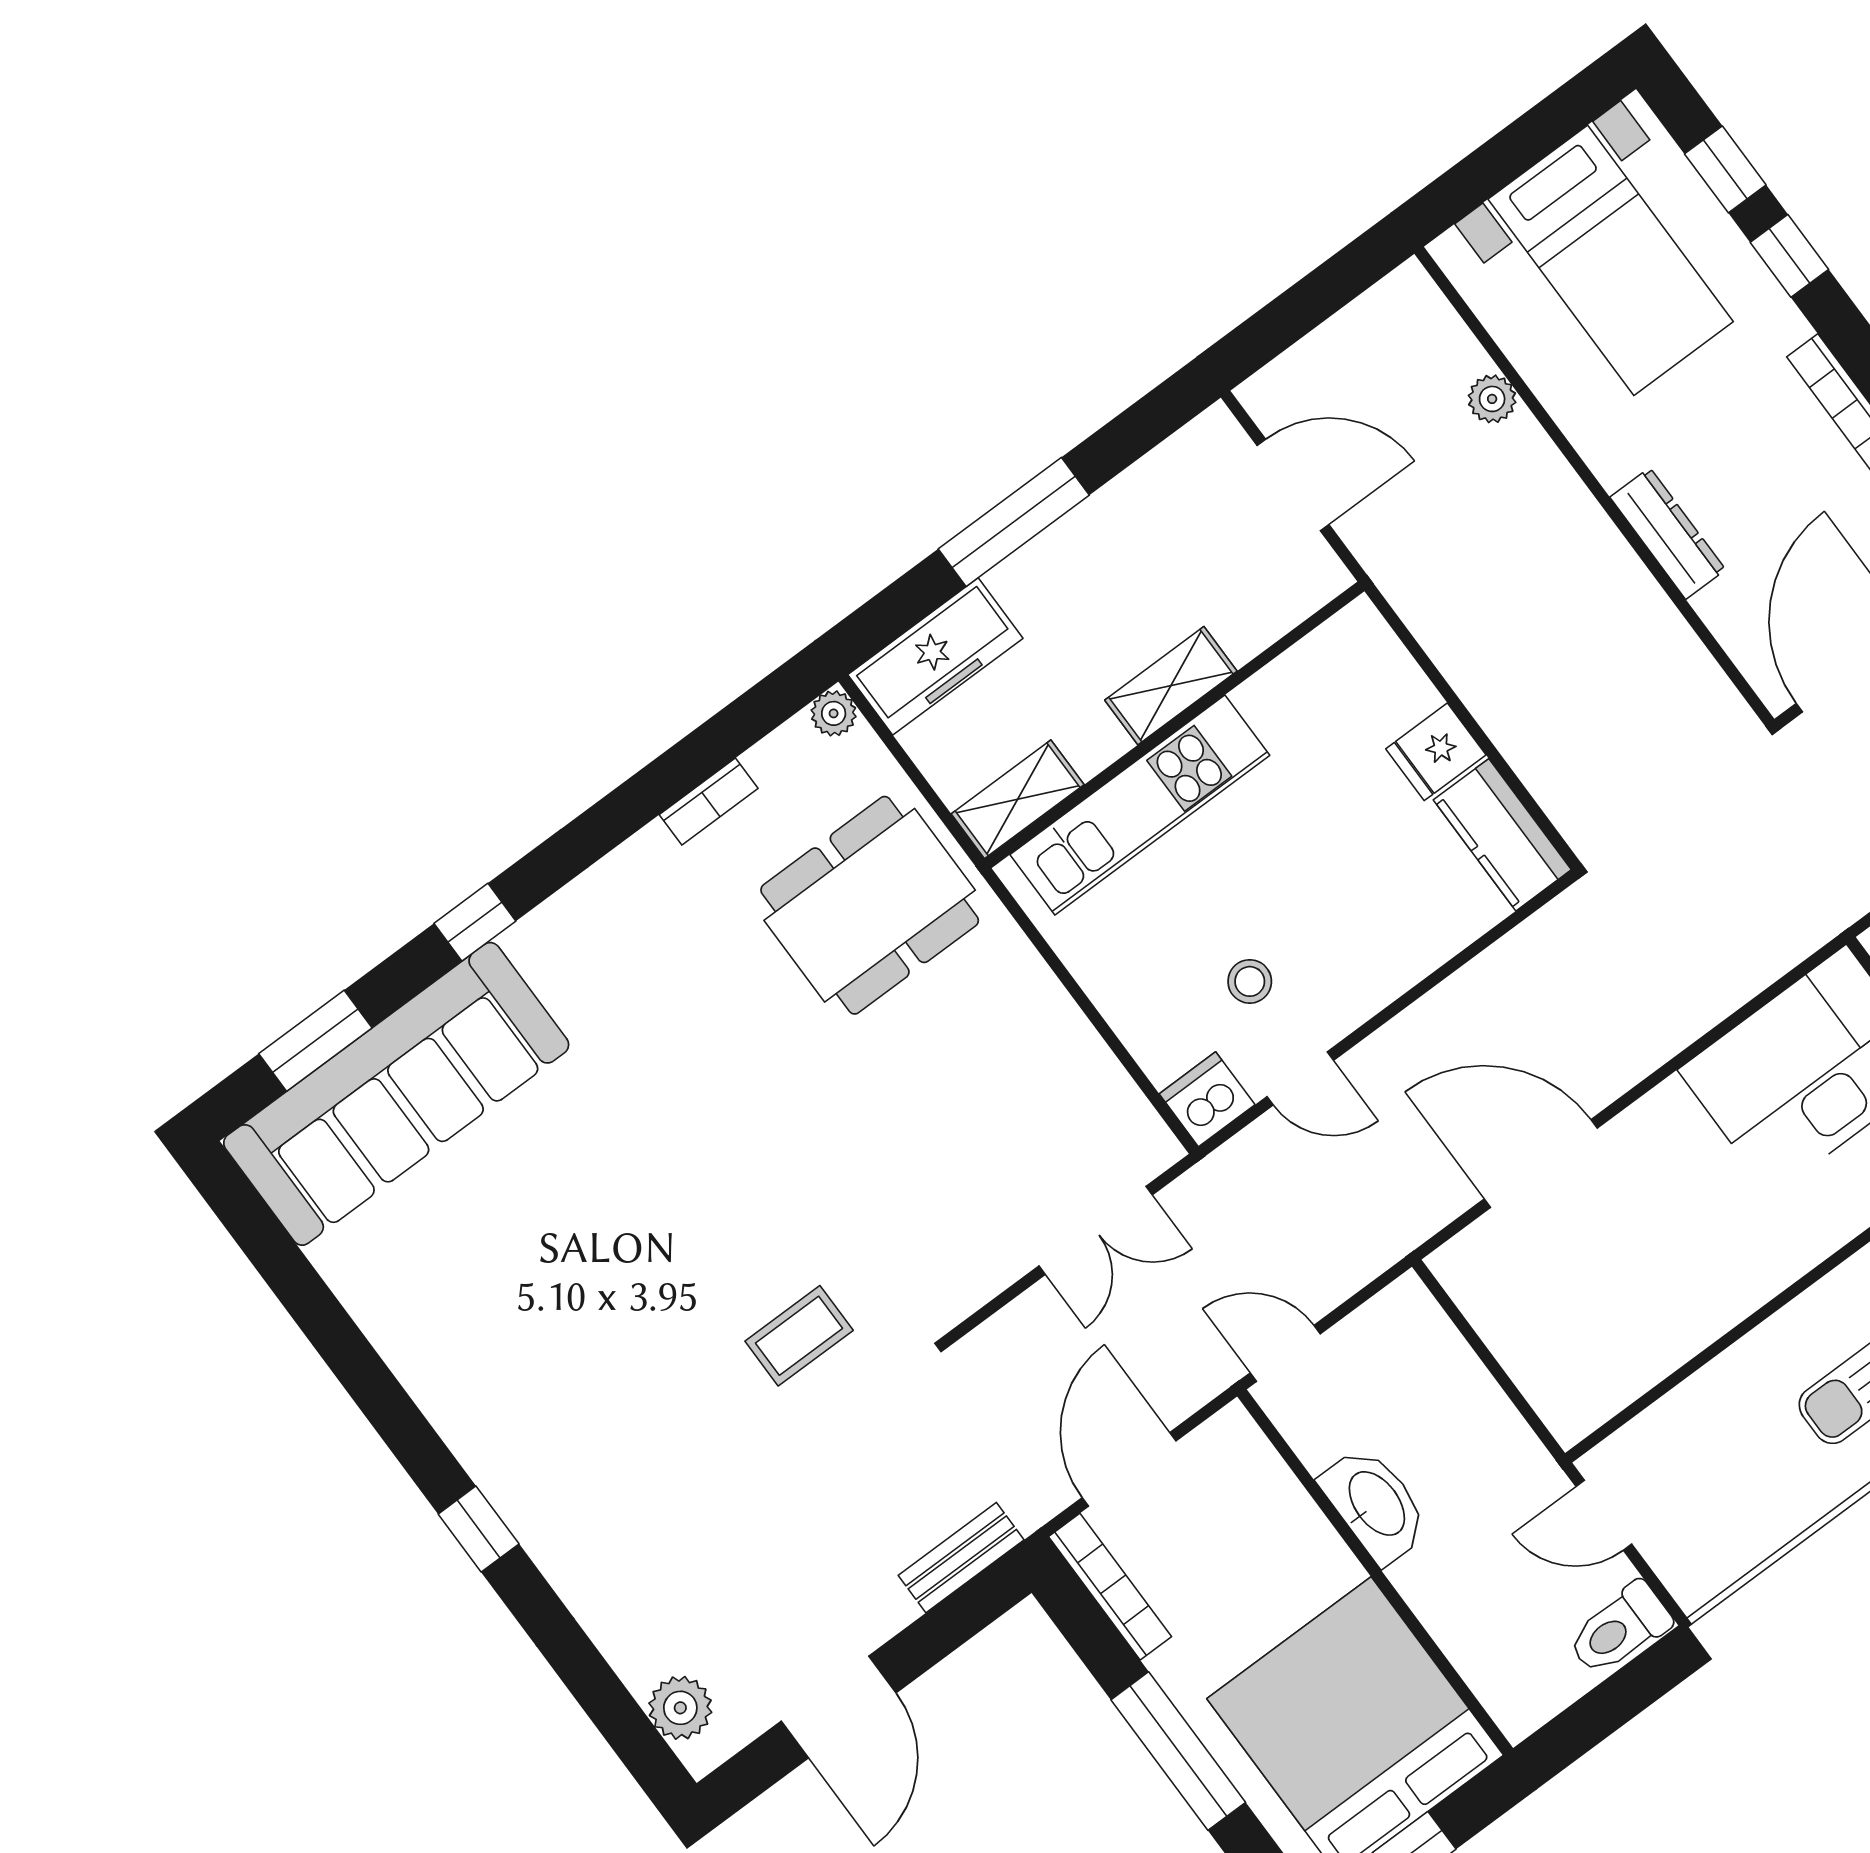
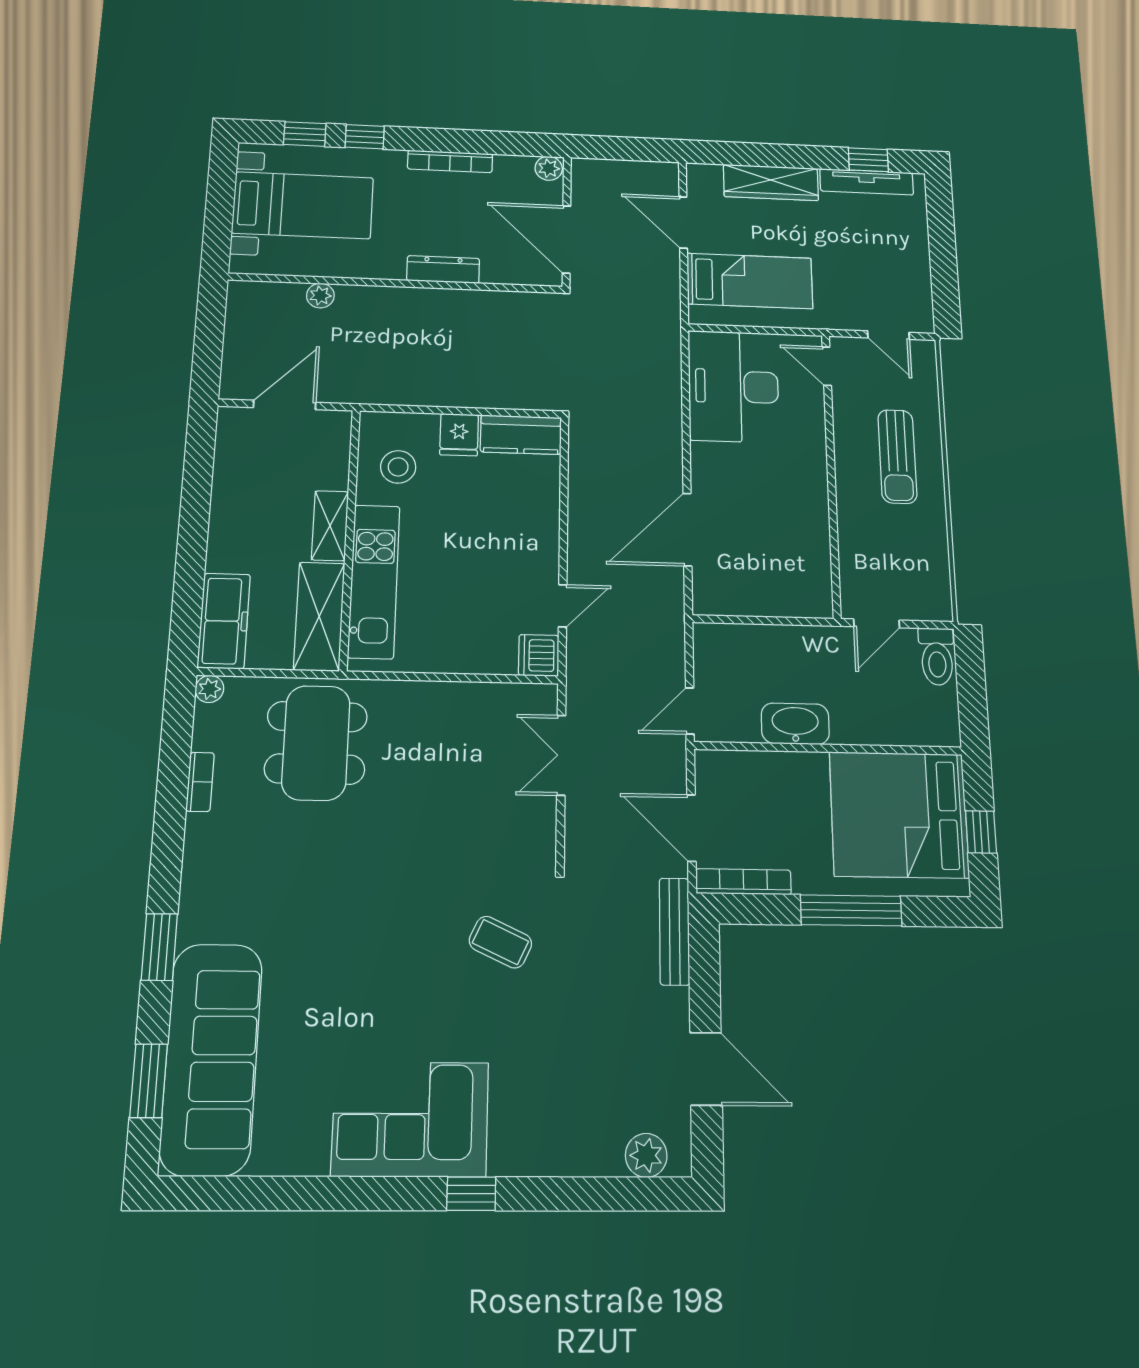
window: (1014, 522) -> (193, 538), removed
shelving: (1018, 799) -> (319, 616), width x1.50, depth x1.33
window: (475, 922) -> (159, 947), width x1.50
stool: (1250, 981) -> (398, 467), moved, width x1.37, depth x1.37
double door: (1096, 1230) -> (561, 755), swing flipped
coffee table: (799, 1336) -> (500, 942), turned -65
corner sofa: (507, 1389) -> (410, 1119), added
bench: (961, 1558) -> (674, 931), width x1.36

